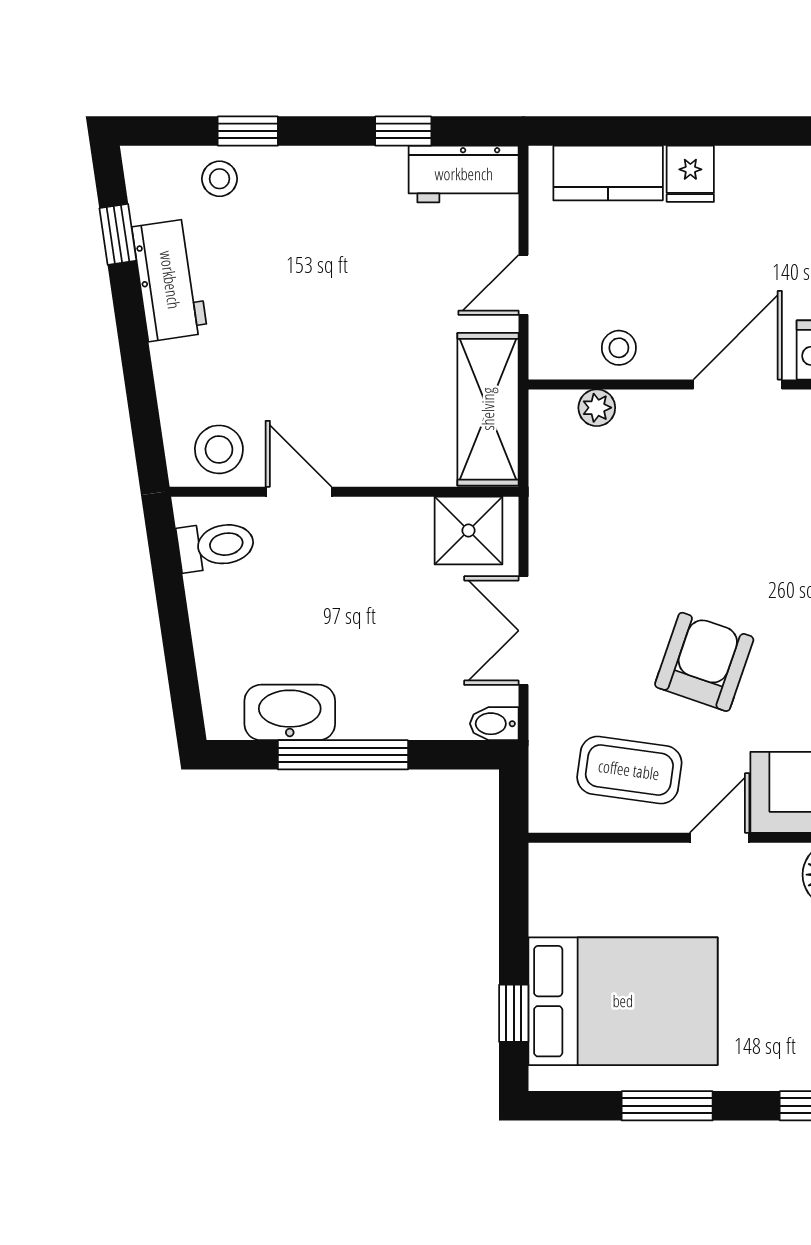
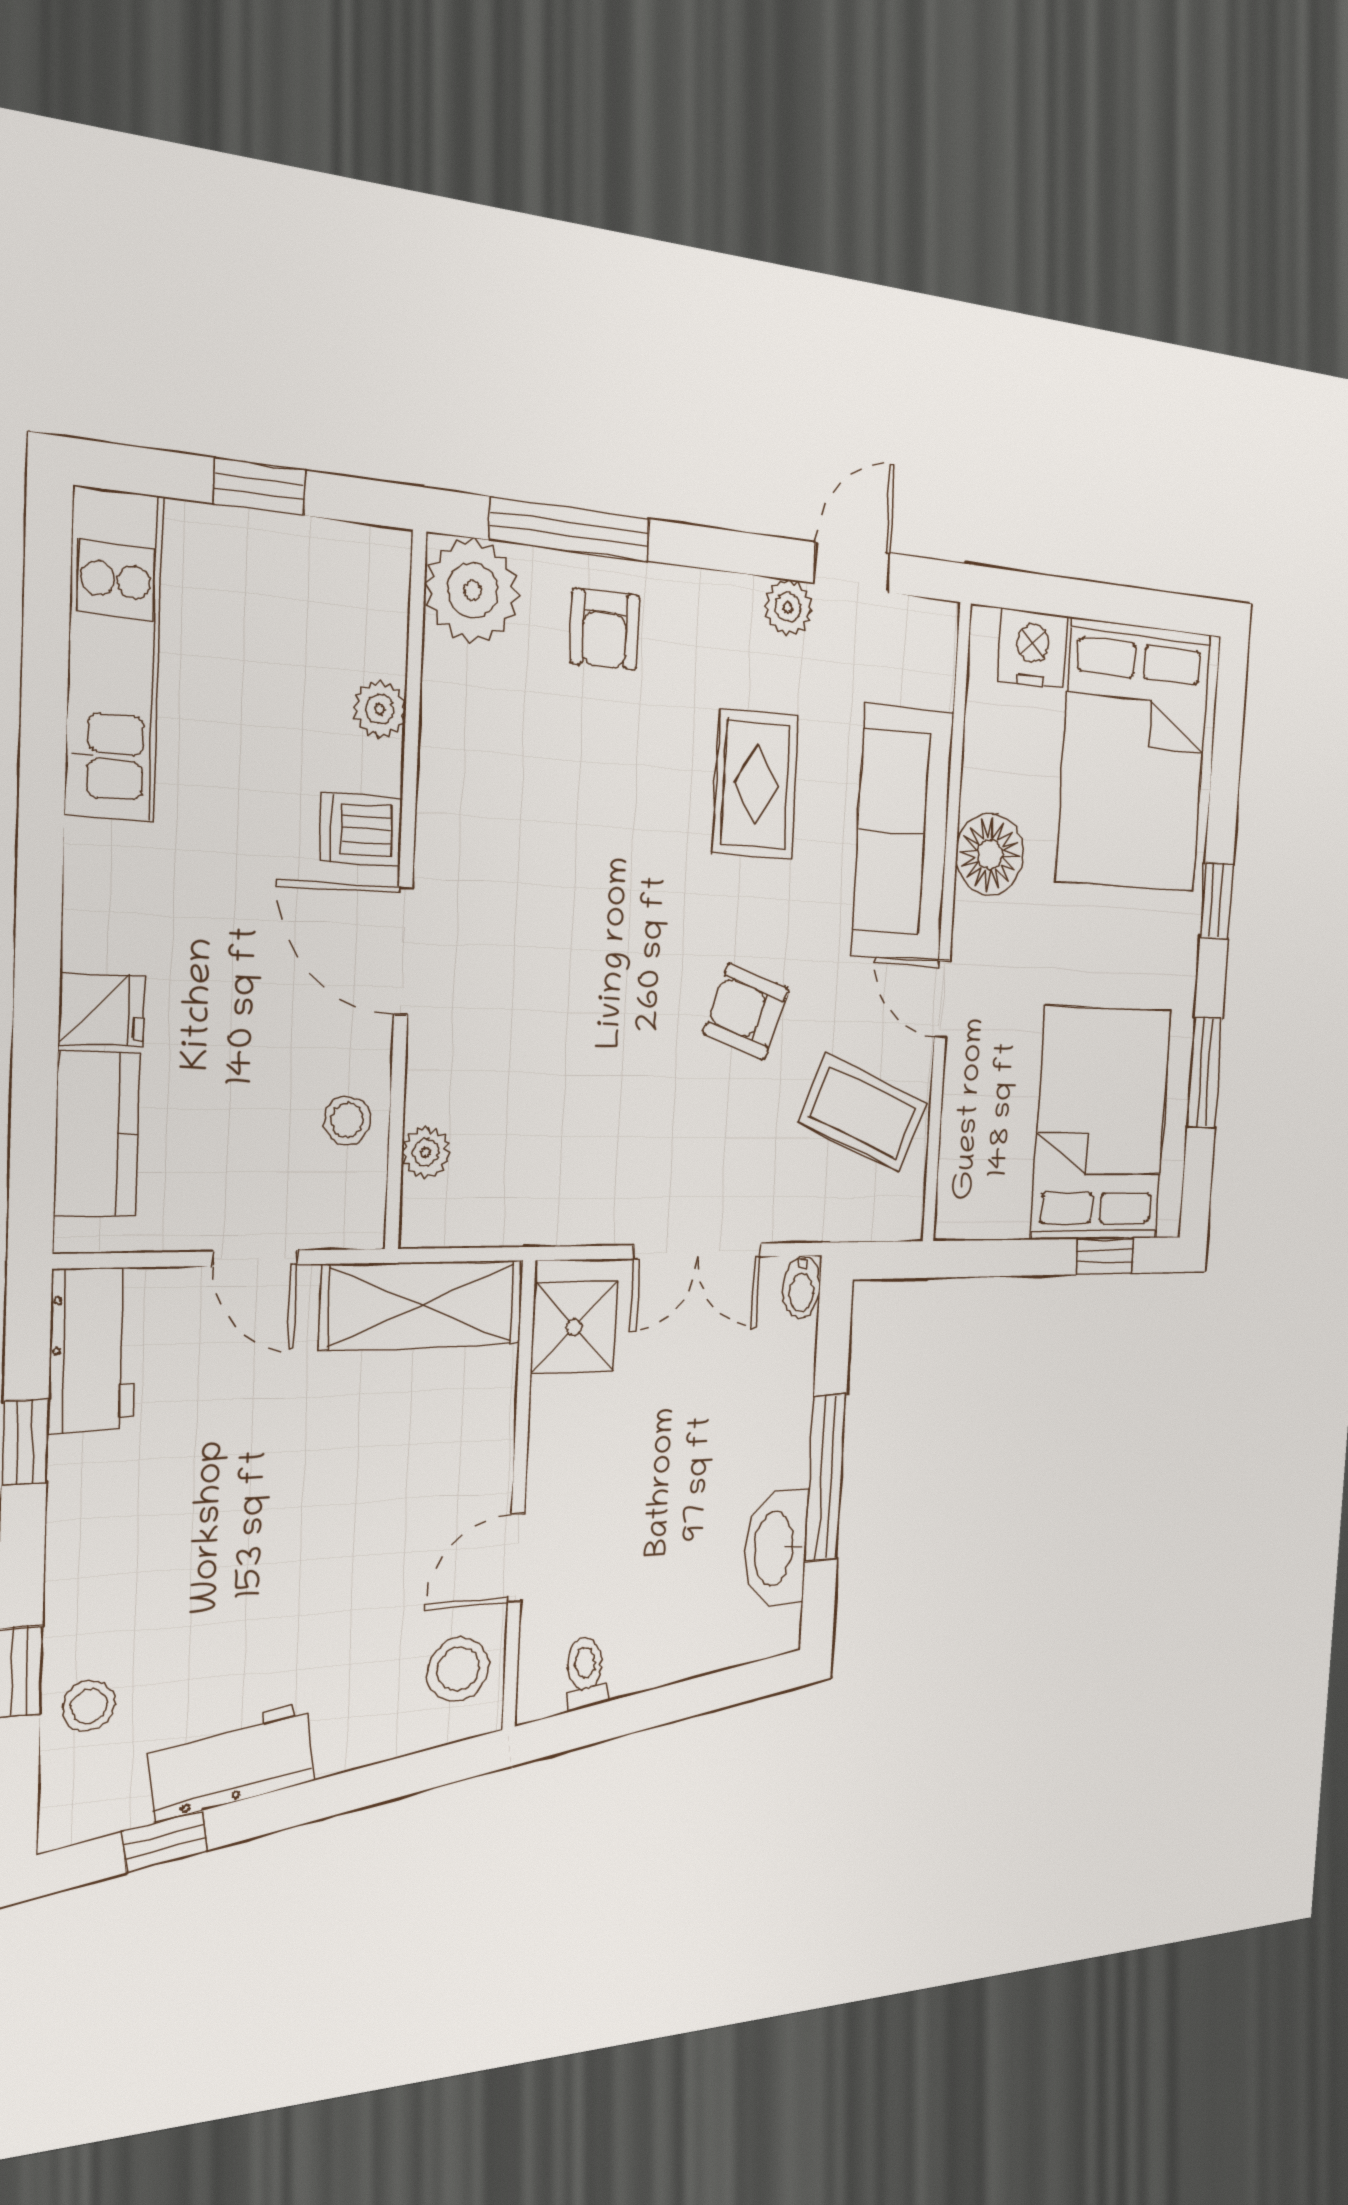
toilet: (216, 546) -> (586, 1673), width x0.73, depth x0.72
armchair: (704, 662) -> (746, 1012), width x0.72, depth x0.72
coffee table: (629, 770) -> (863, 1113), turned -76

